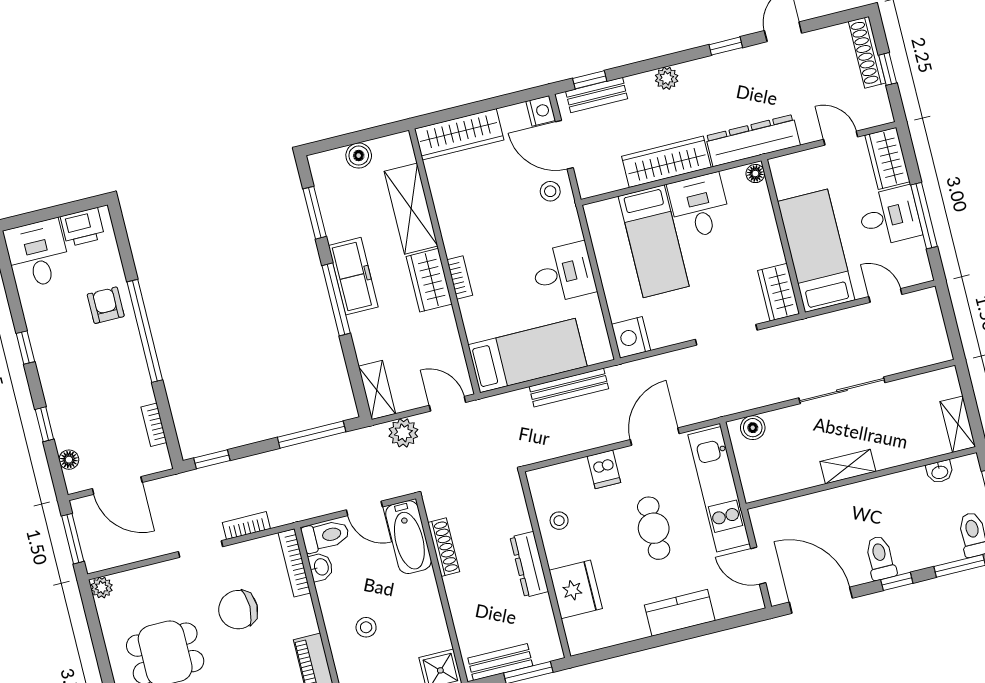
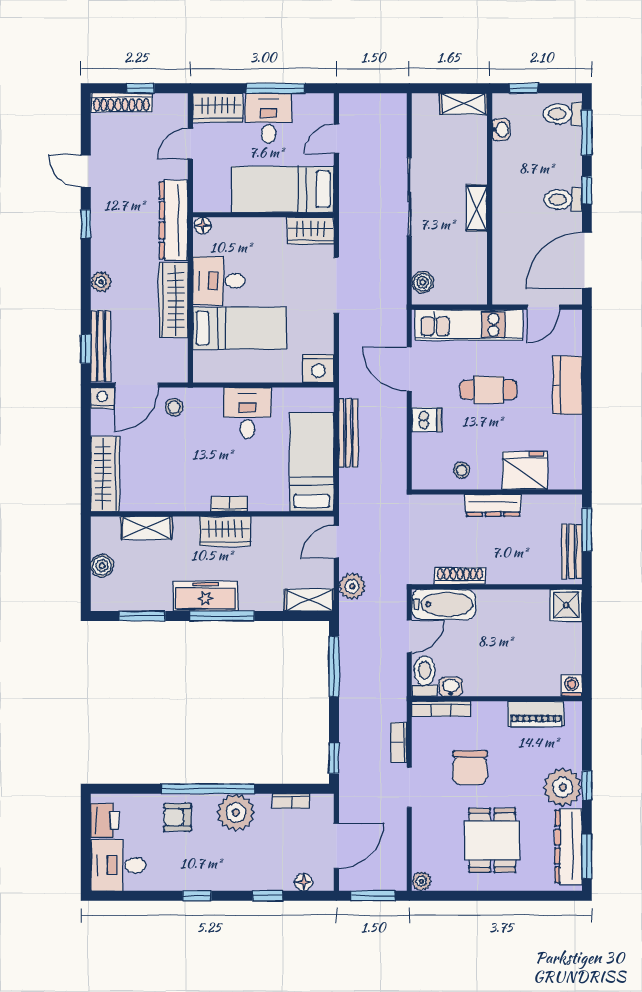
bench: (597, 95) -> (101, 346), width x1.36
shelving: (411, 209) -> (146, 528), width x0.67, depth x0.75
plant: (127, 367) -> (236, 812), added
stool: (366, 627) -> (513, 660), removed

